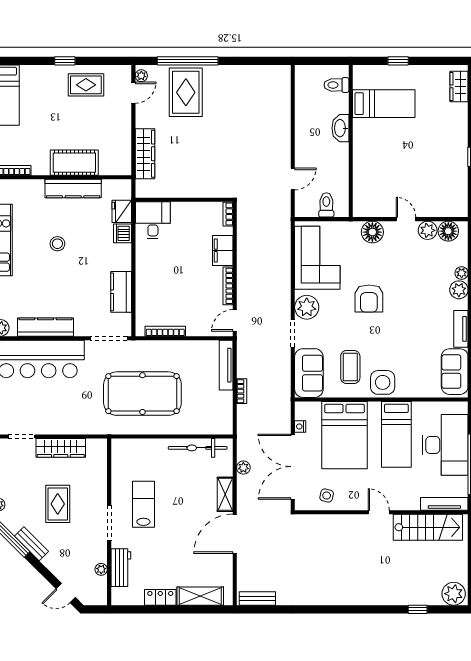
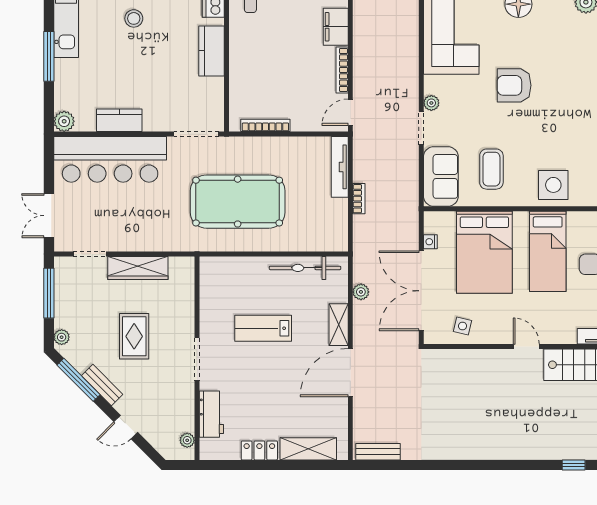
kitchen counter: (121, 292) -> (212, 51), moved
armchair: (369, 299) -> (514, 85), turned 90
plant: (307, 307) -> (431, 103), width x0.53, depth x0.53
kitchen counter: (46, 327) -> (119, 120), width x0.67
side table: (383, 382) -> (553, 185), moved
lab bench: (143, 504) -> (263, 328), moved, turned -90
plant: (101, 569) -> (187, 440), moved
door: (66, 593) -> (126, 427), moved

